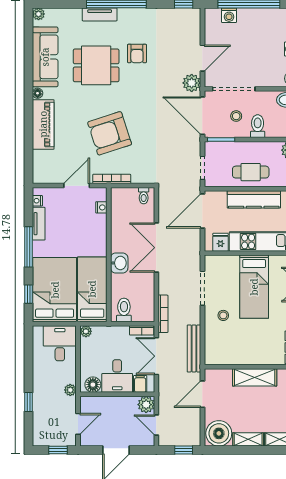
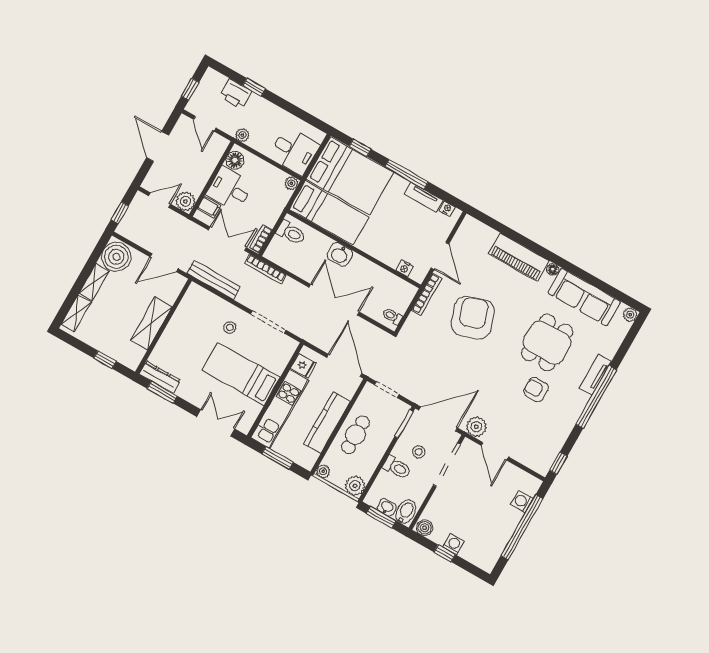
door: (202, 394) -> (164, 263), swing flipped
printer: (42, 413) -> (236, 94), added

